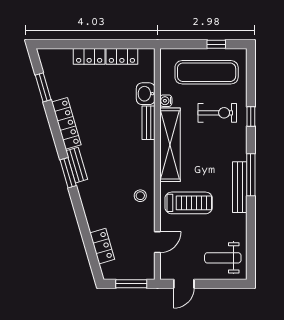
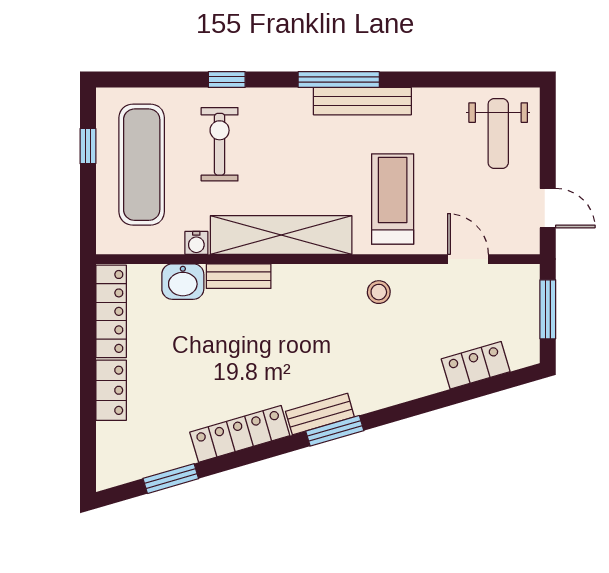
locker: (122, 56) -> (111, 311), width x1.53

